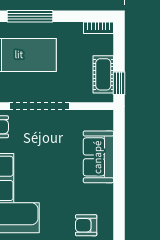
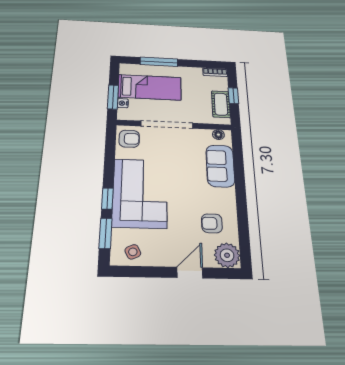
window: (119, 83) -> (233, 96), moved
floor lamp: (98, 116) -> (218, 135), added

